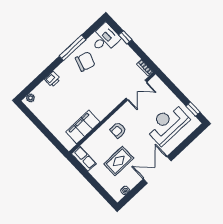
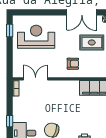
reception desk: (167, 124) -> (36, 37), turned 180
double door: (157, 170) -> (82, 12), moved

